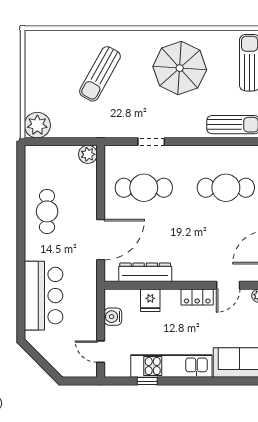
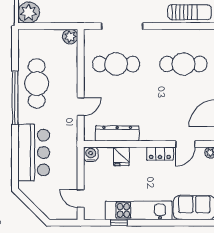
doorway: (151, 142) -> (122, 26), width x1.87
cafe table: (47, 211) -> (37, 83), width x1.37, depth x1.35
window: (21, 229) -> (15, 98), added
door: (101, 240) -> (81, 107), width x0.53
water cooler: (113, 317) -> (91, 154), moved, turned 90

